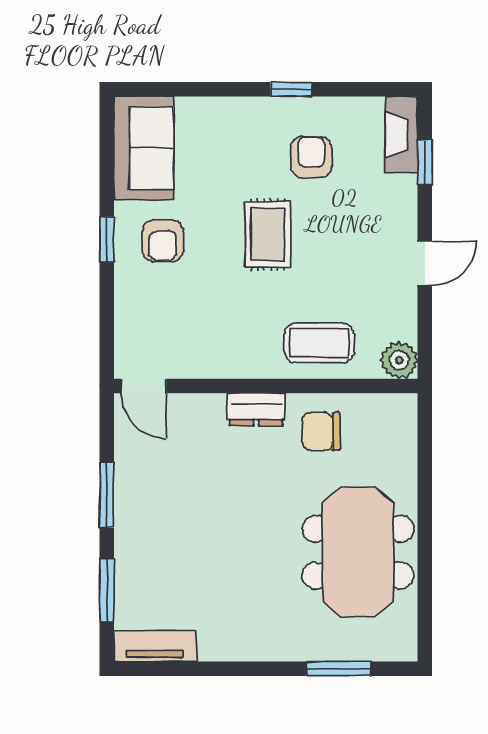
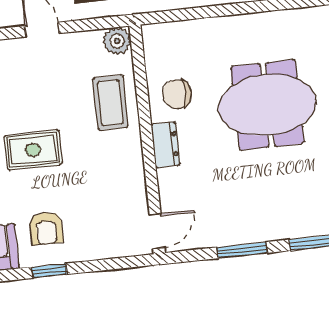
armchair: (163, 241) -> (46, 228), turned 90
chair: (321, 431) -> (177, 94), turned 90
meeting table: (358, 552) -> (267, 105), moved

